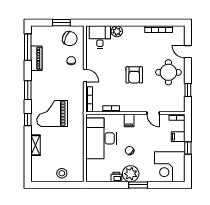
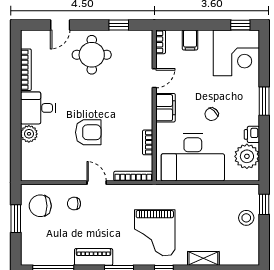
desk: (100, 37) -> (38, 108), moved
chair: (70, 39) -> (40, 206), turned -113
piano: (36, 58) -> (94, 257), moved
door: (85, 75) -> (97, 183), hinge flipped
armchair: (134, 75) -> (88, 132), moved
filing cabinet: (129, 120) -> (165, 108), width x2.00
window: (188, 148) -> (240, 25), moved
plant: (131, 174) -> (247, 156), moved
window: (71, 185) -> (264, 204), added

